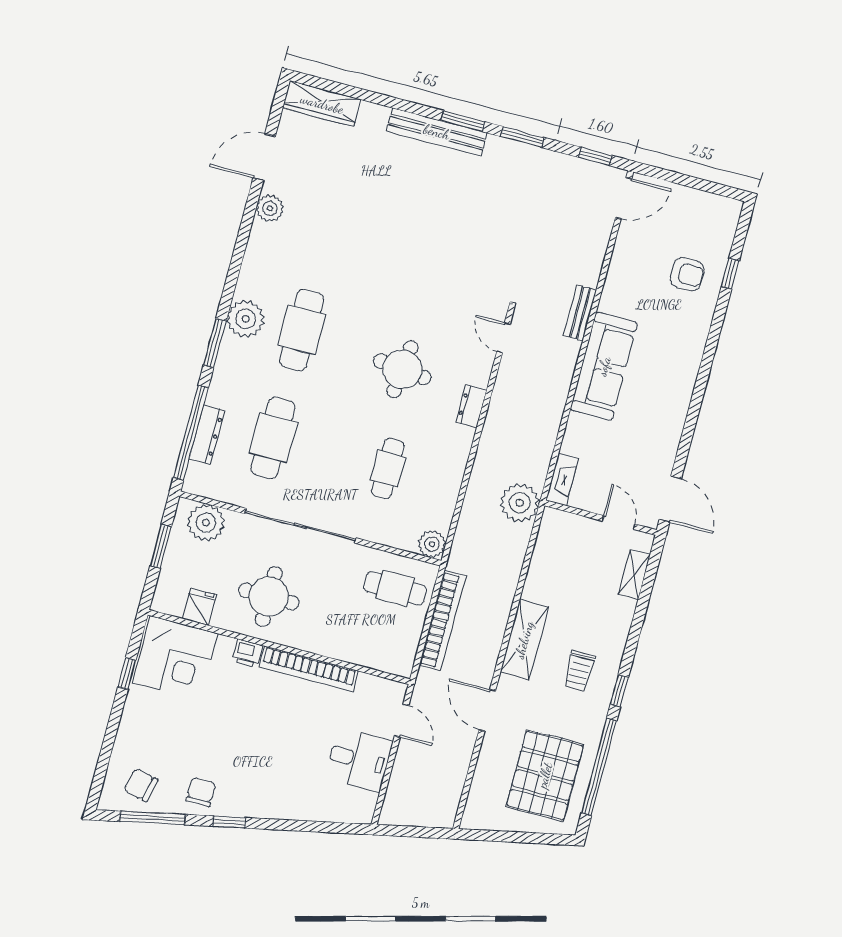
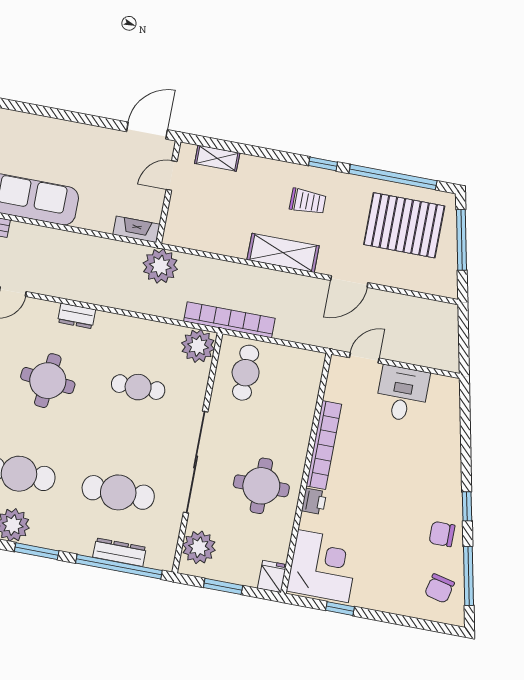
plant: (432, 544) -> (198, 346), width x1.36, depth x1.36
fridge: (199, 607) -> (272, 576), moved, turned 90
bookcase: (442, 621) -> (229, 320), moved
window: (524, 838) -> (462, 240), added

